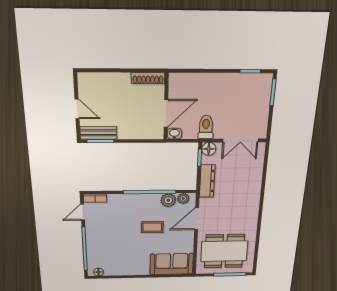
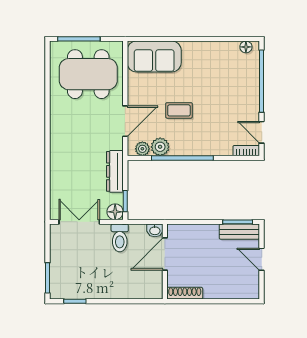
door: (83, 212) -> (262, 132), swing flipped

